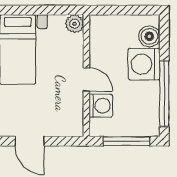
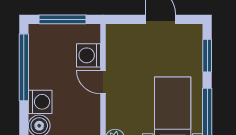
washing machine: (144, 64) -> (40, 102), width x0.73, depth x0.73

